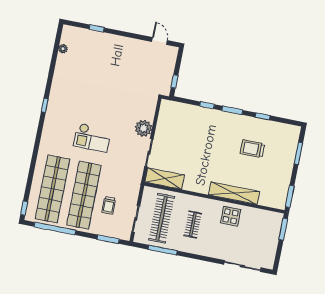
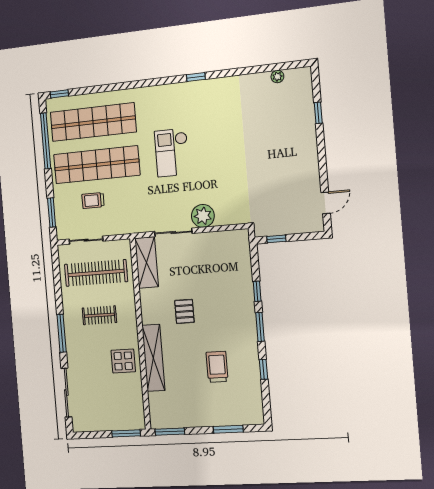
pallet: (207, 161) -> (184, 311), added
window: (163, 250) -> (62, 333), moved

